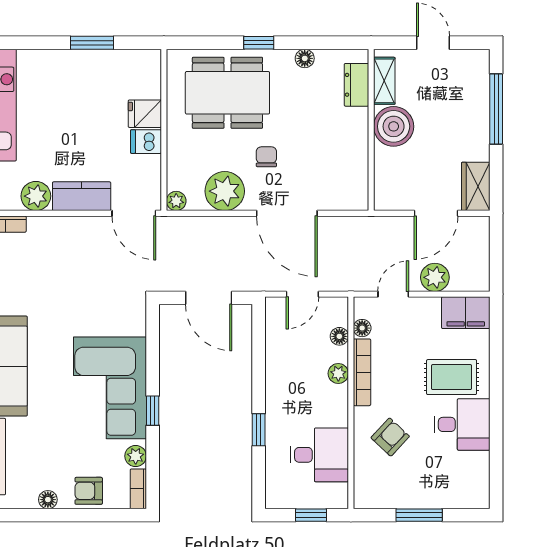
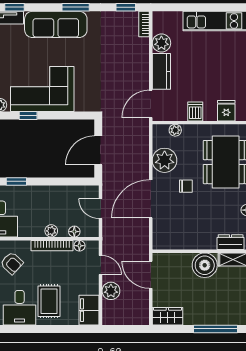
fridge: (145, 114) -> (226, 111), moved
plant: (176, 201) -> (175, 130), moved
door: (436, 213) -> (151, 275), moved

